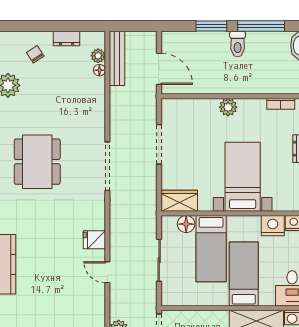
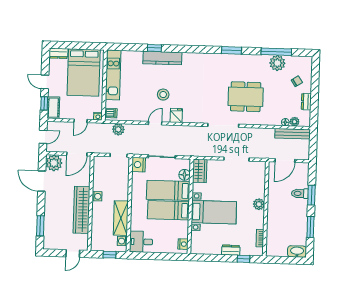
window: (261, 26) -> (310, 227), width x0.69
toilet: (238, 44) -> (300, 193), moved
dining table: (37, 162) -> (246, 97), moved
nightstand: (273, 226) -> (139, 165), moved, turned 180
stool: (63, 261) -> (163, 95), added
bed: (244, 274) -> (168, 210), moved, turned 180

